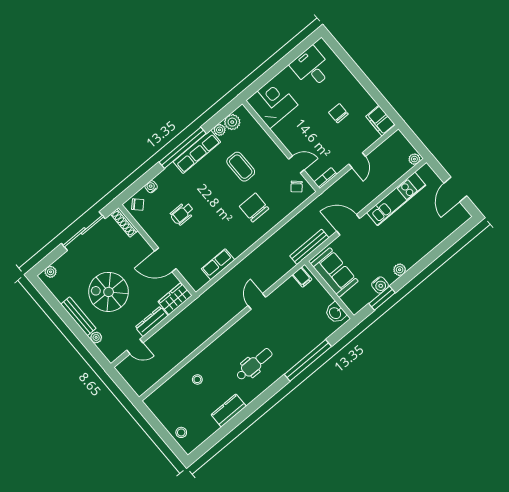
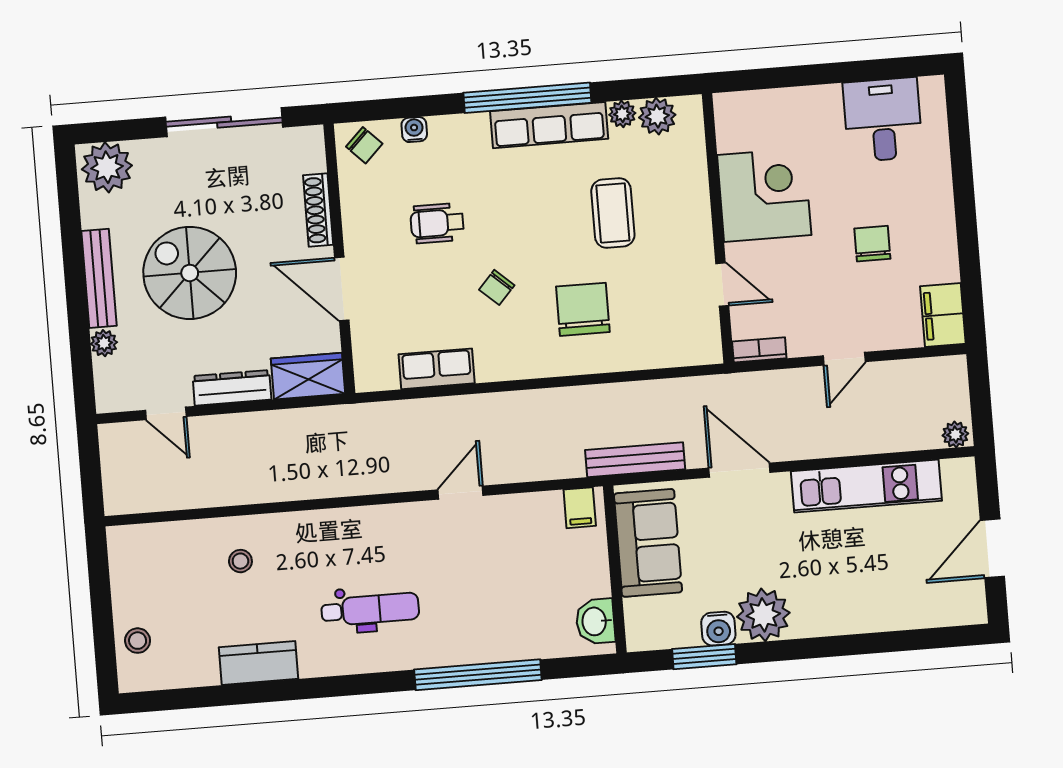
corner desk: (272, 103) -> (764, 195), moved
chair: (297, 187) -> (497, 287), moved
shoe rack: (124, 222) -> (318, 210), moved
plant: (400, 270) -> (763, 615), width x1.87, depth x1.87
plant: (51, 272) -> (107, 167), width x1.87, depth x1.87

